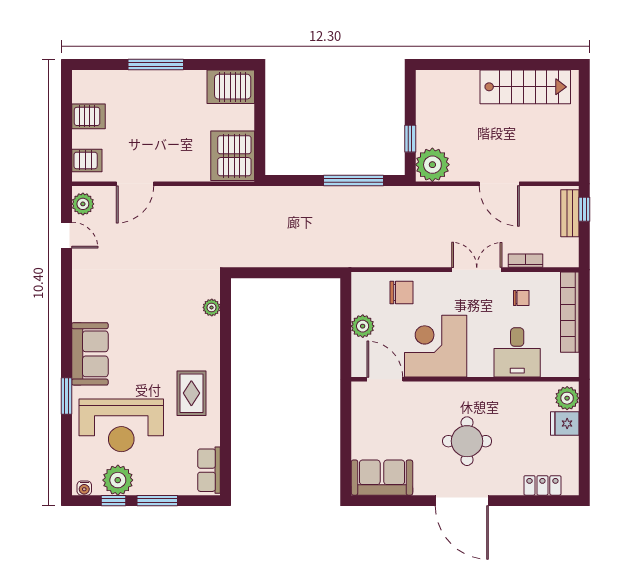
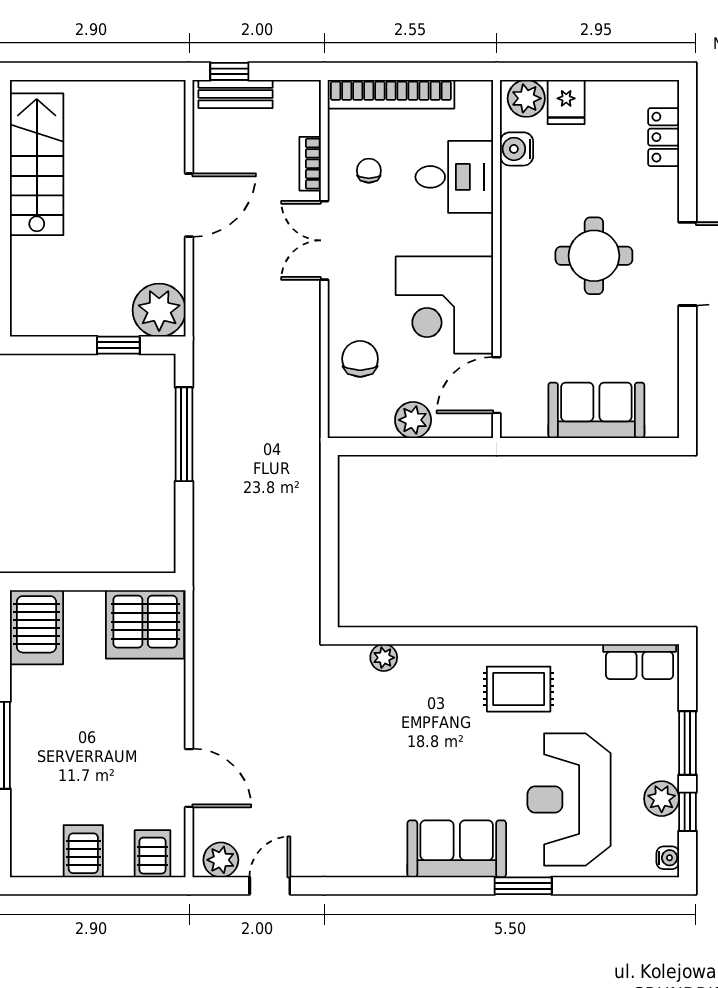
water cooler: (535, 392) -> (517, 149), added
reception desk: (121, 425) -> (569, 799), turned 180
sofa: (382, 478) -> (596, 410), moved, turned 90
plant: (118, 480) -> (662, 799), width x0.73, depth x0.73

